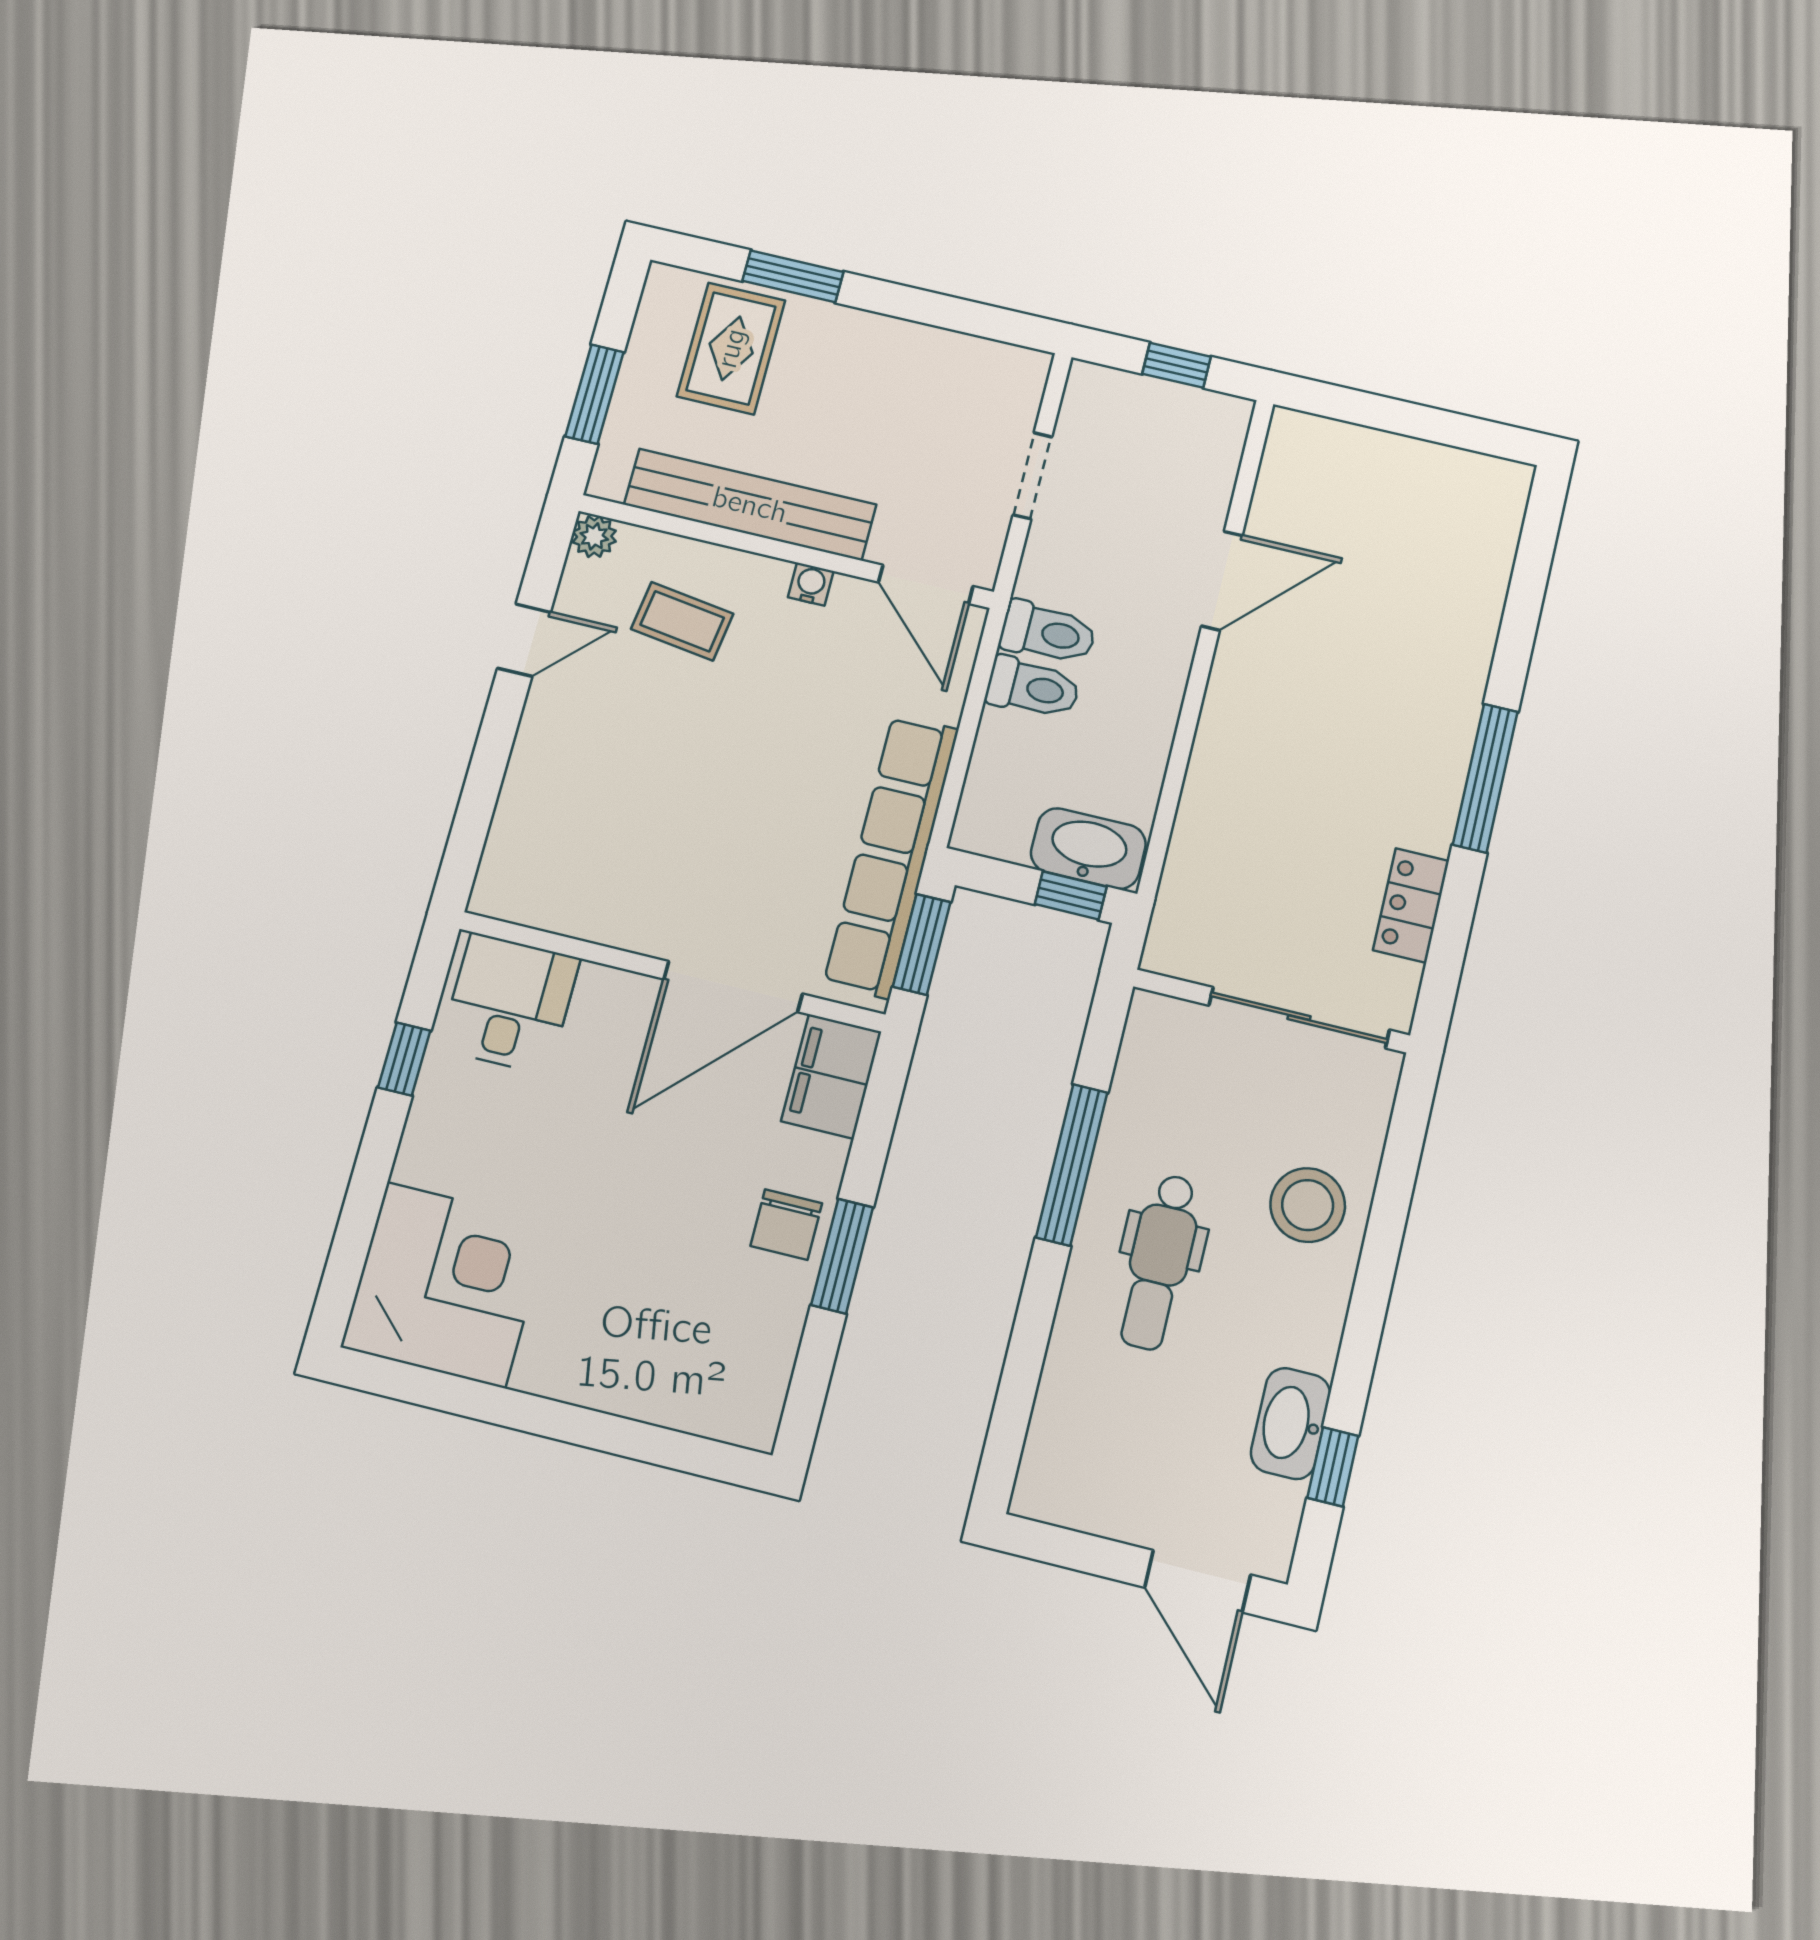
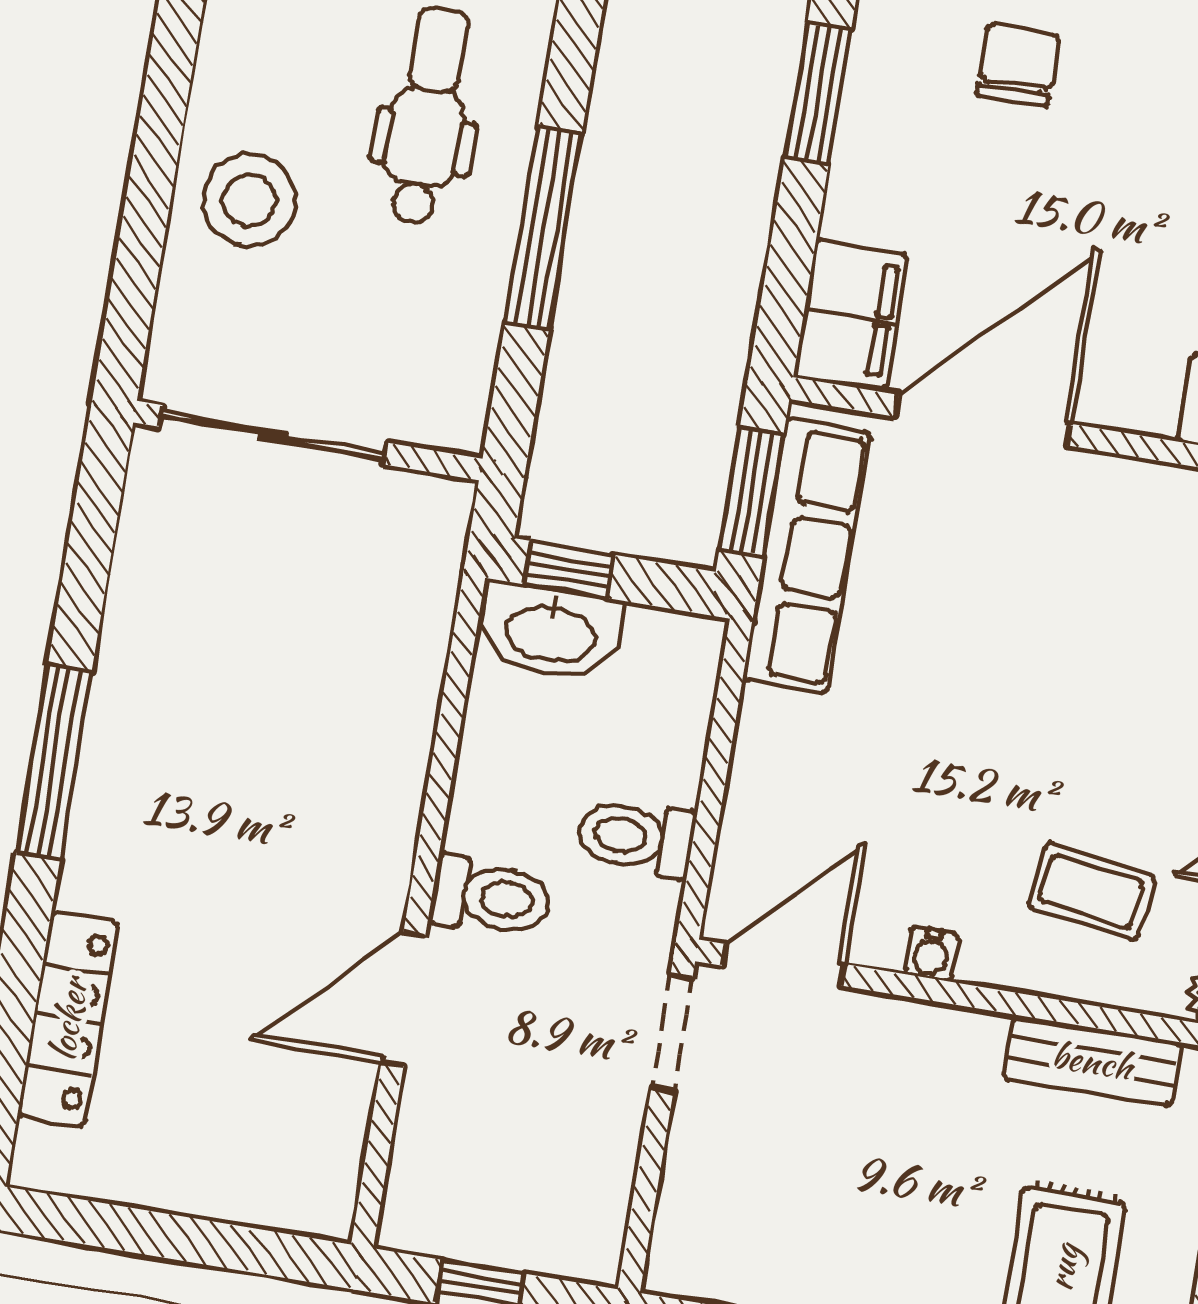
doorway: (1032, 476) -> (672, 1033), moved
bench: (750, 505) -> (1092, 1061), width x0.54, depth x0.82
door: (926, 584) -> (784, 965), hinge flipped
toilet: (1048, 633) -> (491, 897), moved, turned 180
row of seats: (891, 856) -> (806, 556), width x0.73
locker: (1411, 905) -> (68, 1019), moved, width x1.53
chair: (786, 1225) -> (1018, 65), moved

